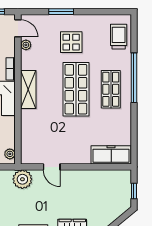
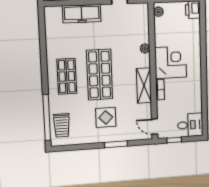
plant: (26, 45) -> (145, 48), moved
window: (134, 78) -> (47, 118), moved
shelving: (28, 89) -> (144, 85), moved
freezer: (111, 155) -> (82, 14), moved

